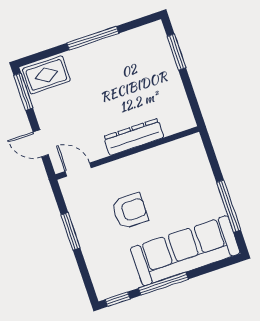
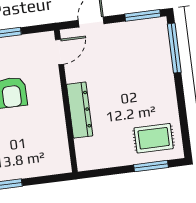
window: (93, 38) -> (174, 48), moved
rug: (46, 75) -> (154, 138), moved, turned 90

